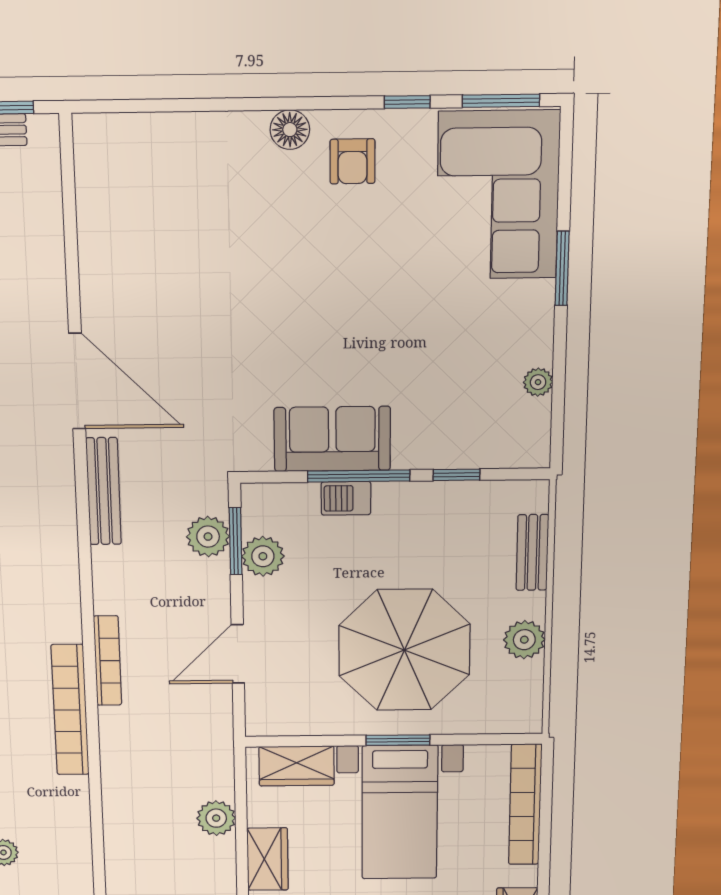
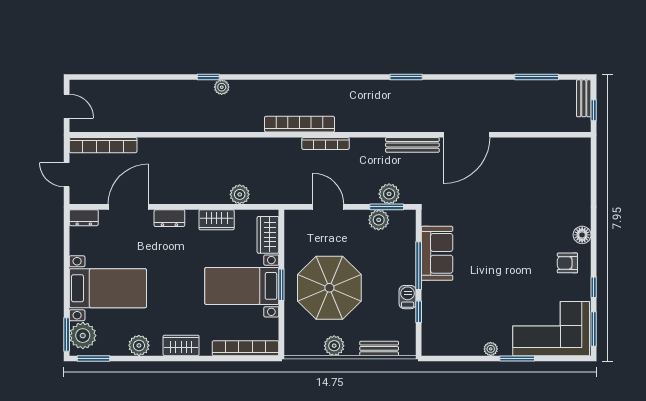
plant: (538, 382) -> (491, 349), moved
barbecue: (346, 498) -> (408, 297), moved

